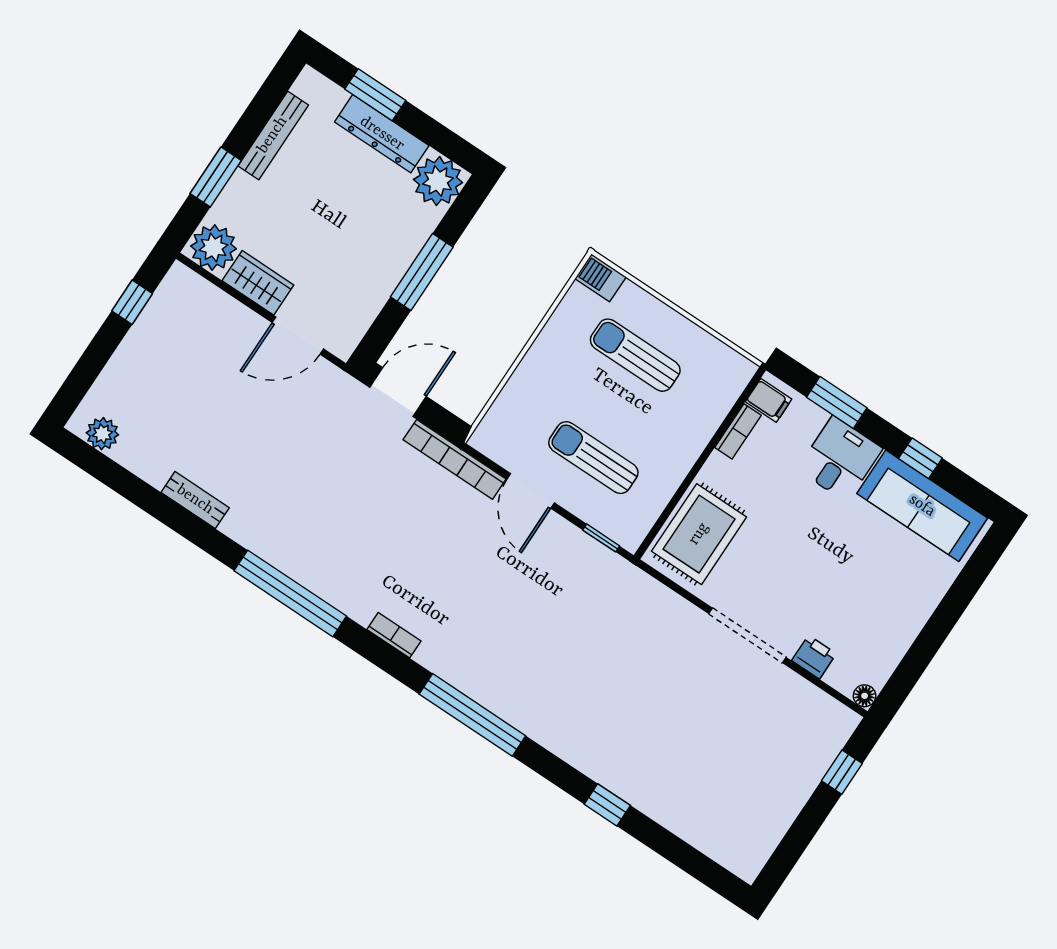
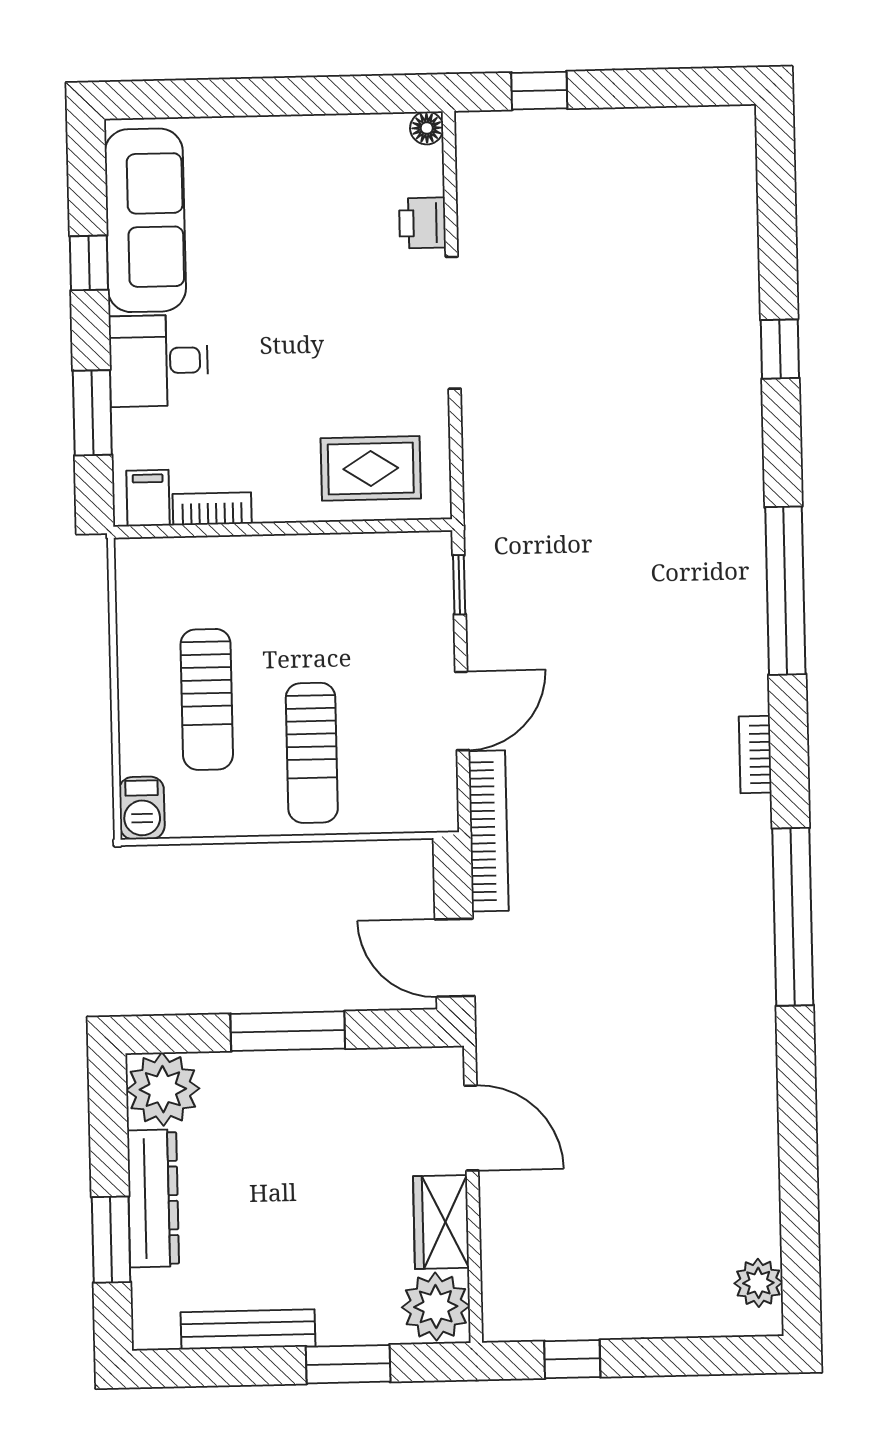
sun lounger: (593, 458) -> (312, 753), moved
bench: (195, 500) -> (760, 1113), removed
rug: (699, 534) -> (371, 468), width x0.73, depth x0.70

